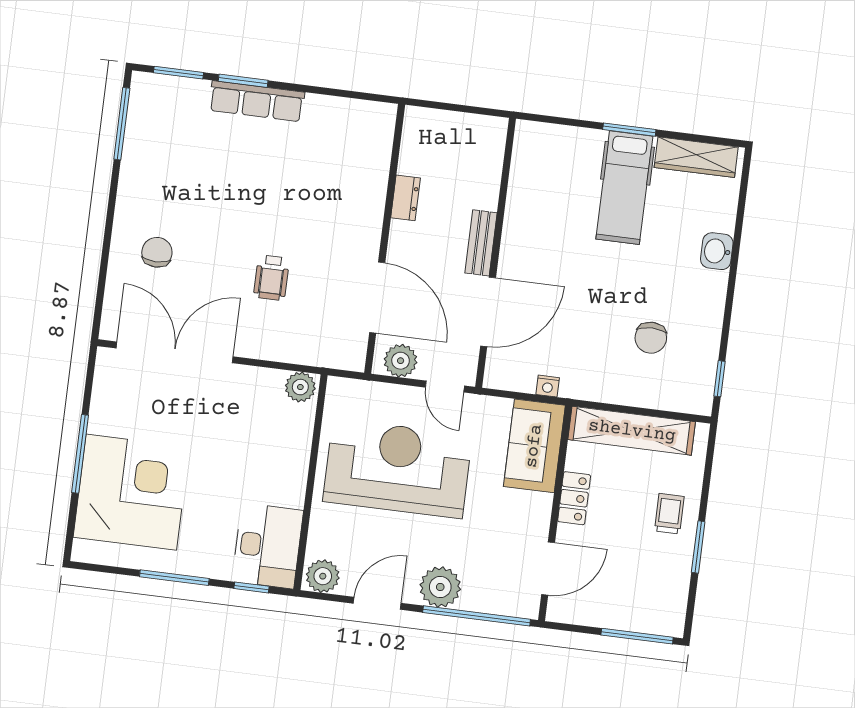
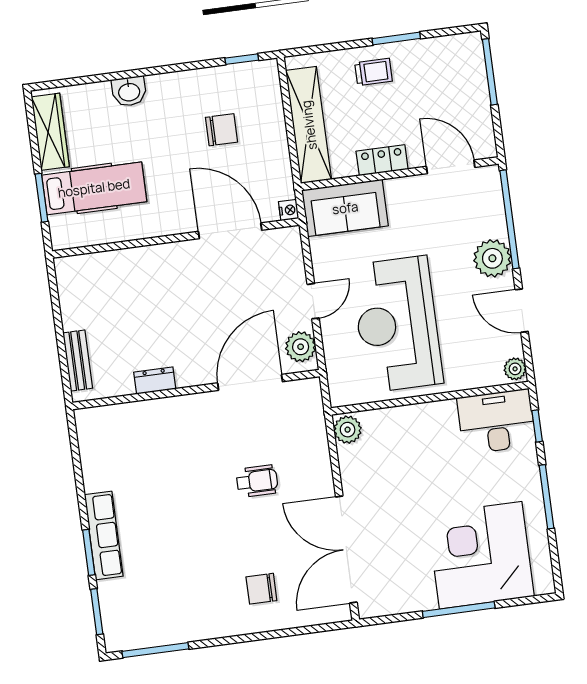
bench: (481, 243) -> (78, 361), moved, turned 90
wall: (496, 253) -> (176, 238), moved
door: (488, 312) -> (230, 231), moved
trolley: (669, 514) -> (374, 72), turned 180
plant: (323, 576) -> (515, 369), width x0.73, depth x0.73

